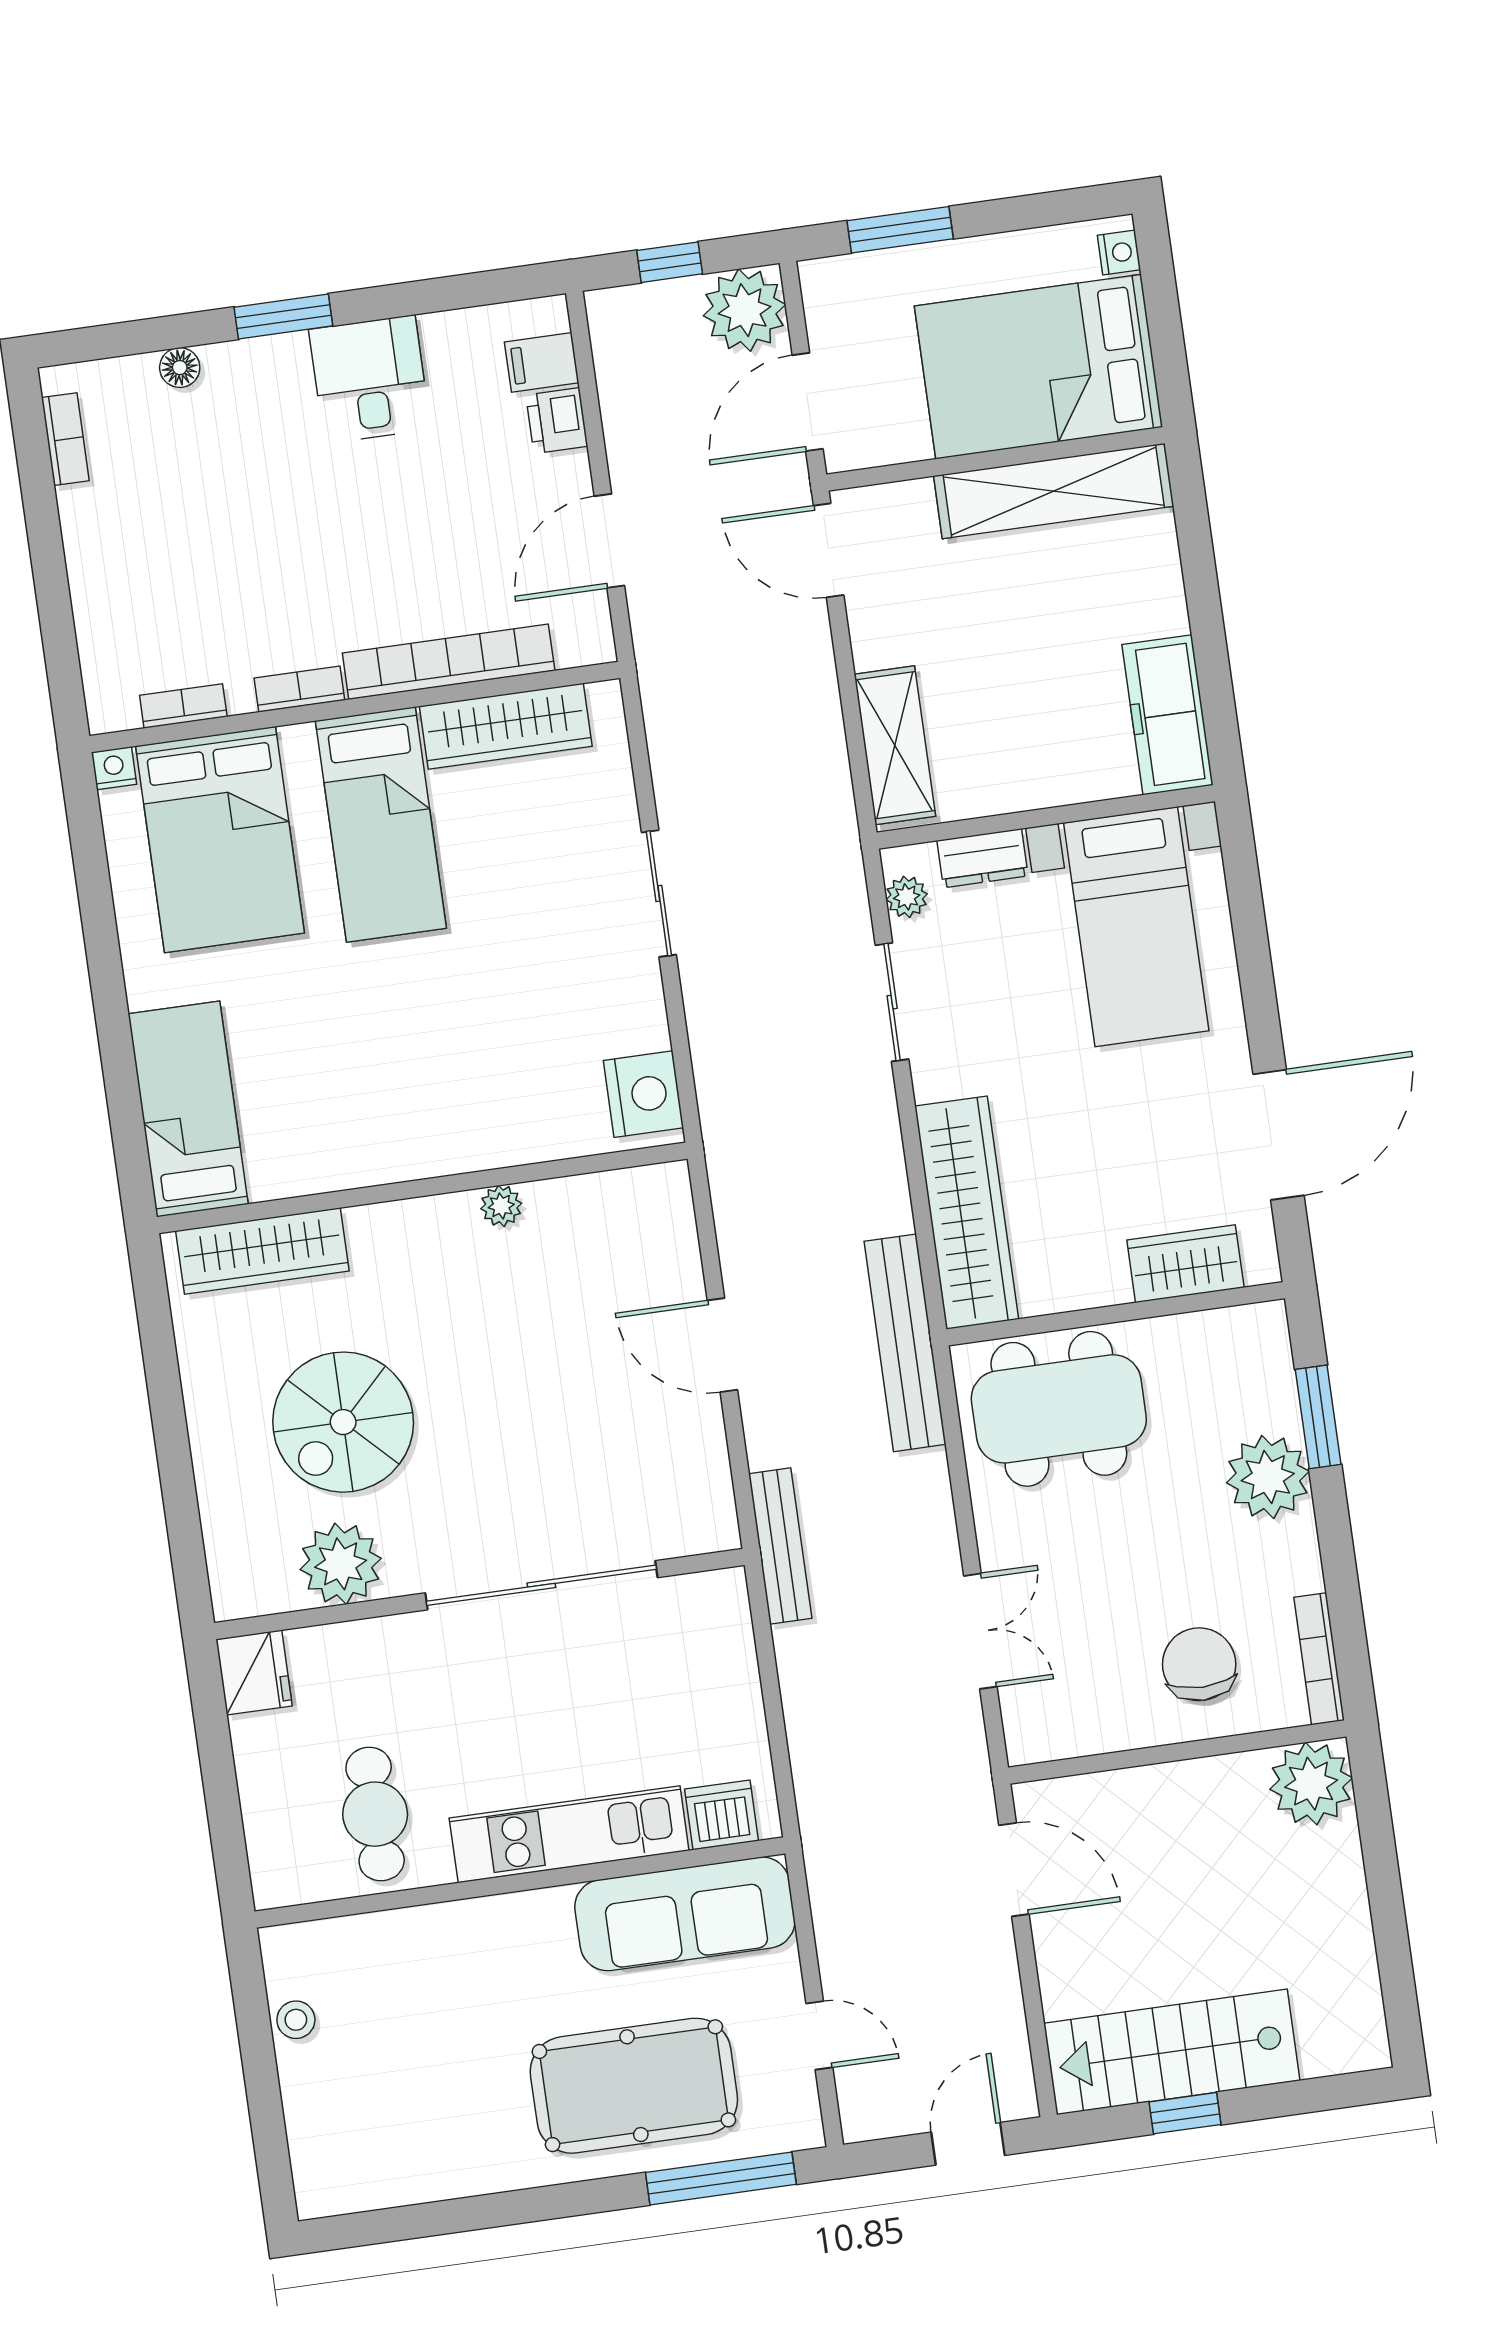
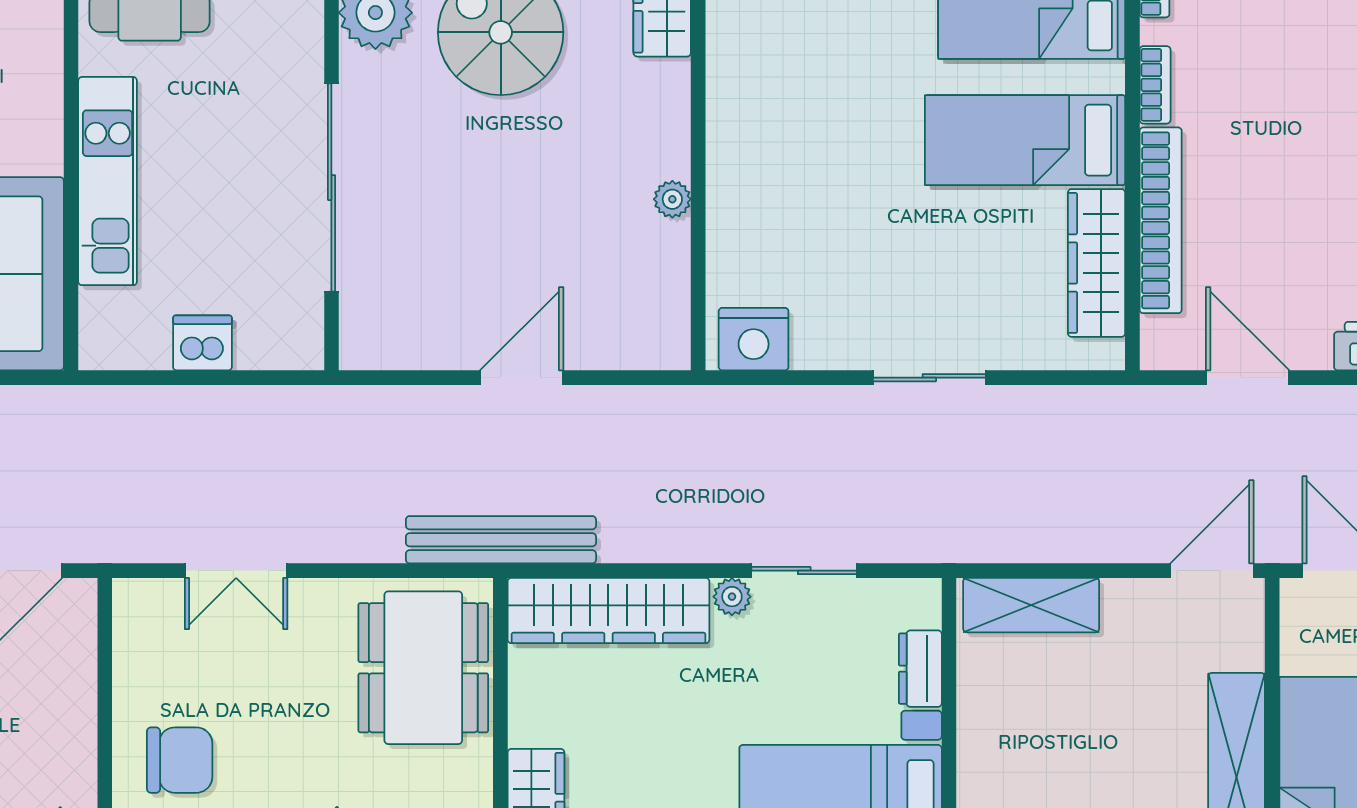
plant: (907, 897) -> (732, 597), moved
bench: (780, 1546) -> (337, 404), removed
dishwasher: (722, 1815) -> (202, 343), moved, turned -90

